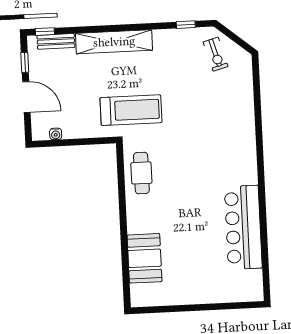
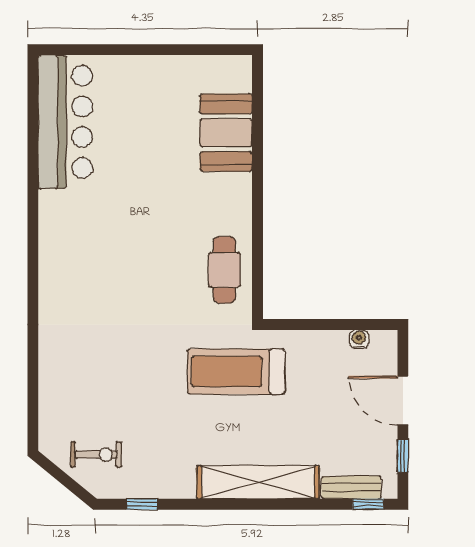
exercise bike: (216, 54) -> (96, 454), turned 106
bar counter: (243, 227) -> (65, 122), moved

